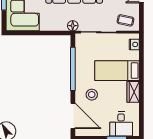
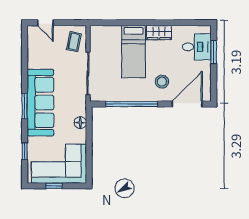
floor lamp: (73, 26) -> (80, 123), moved
nightstand: (134, 44) -> (102, 31), removed

